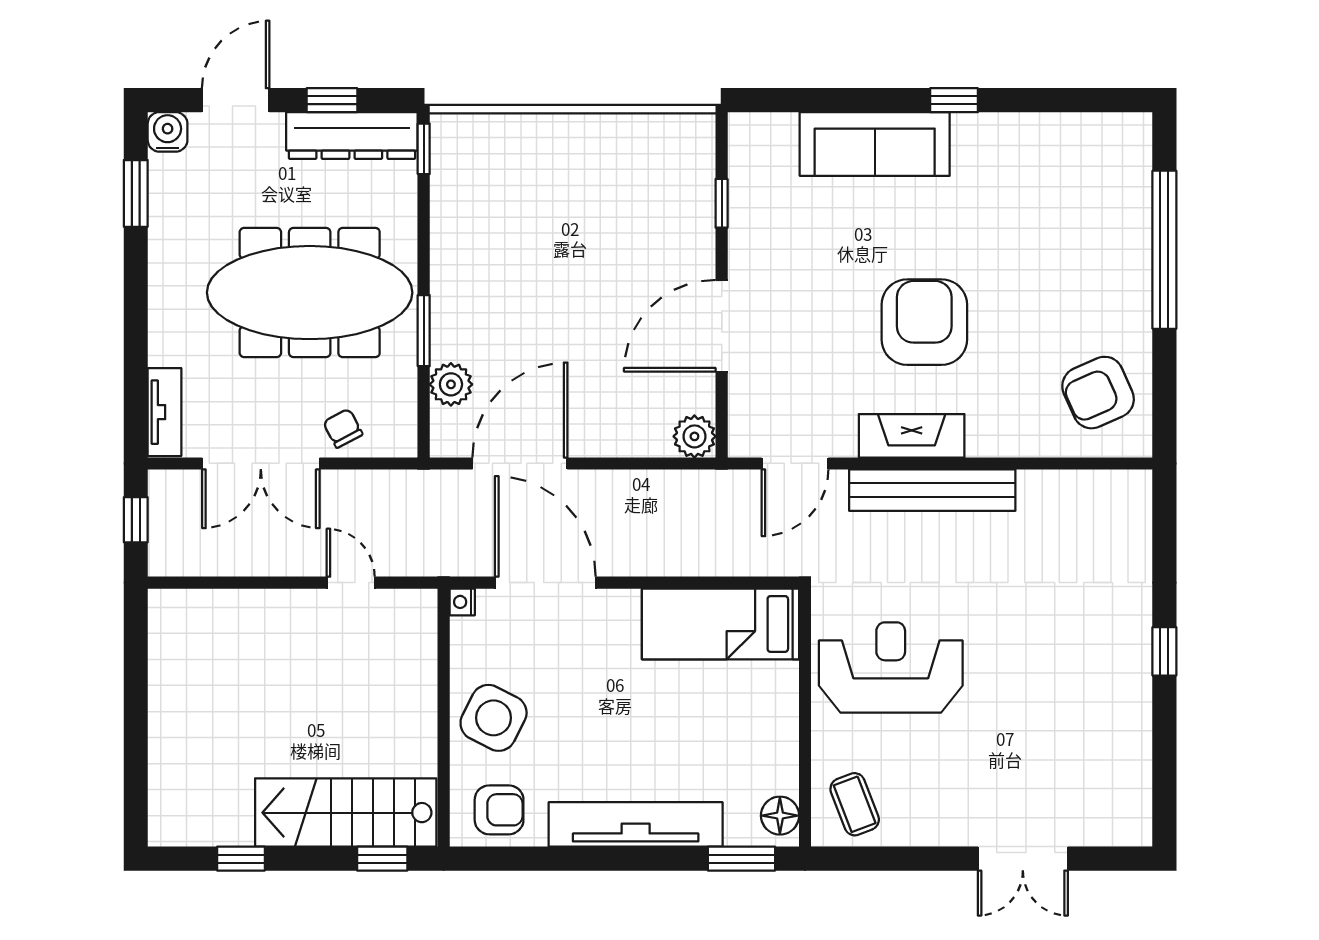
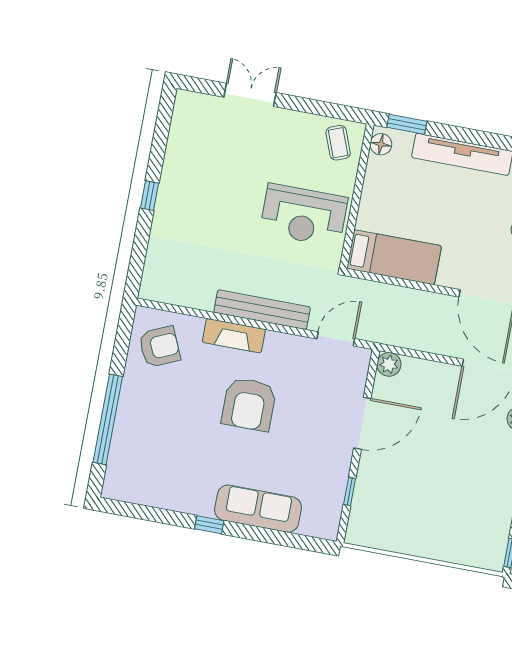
fireplace: (912, 436) -> (234, 336), moved

